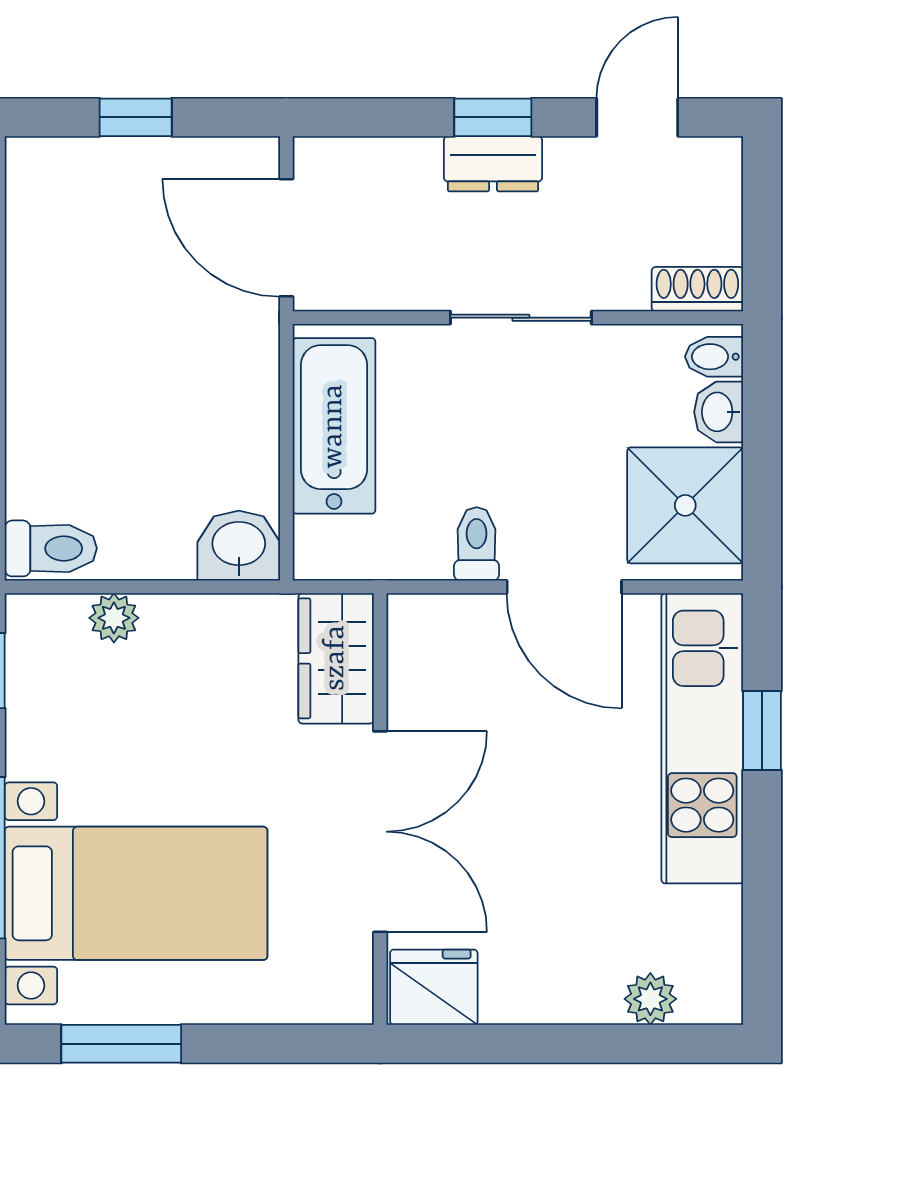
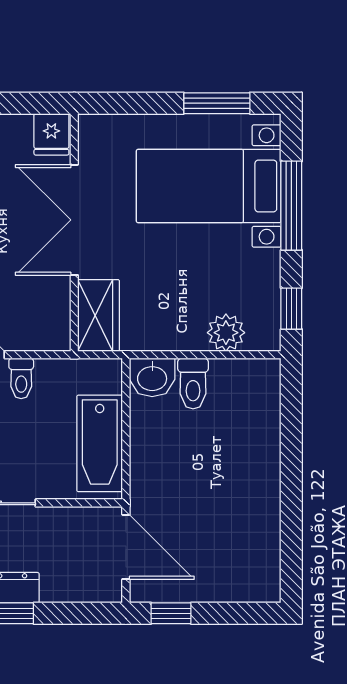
window: (136, 117) -> (171, 613), moved
toilet: (51, 548) -> (193, 384), moved, turned -90
plant: (114, 618) -> (226, 333), width x1.38, depth x1.38
fridge: (434, 987) -> (51, 134), width x0.72

